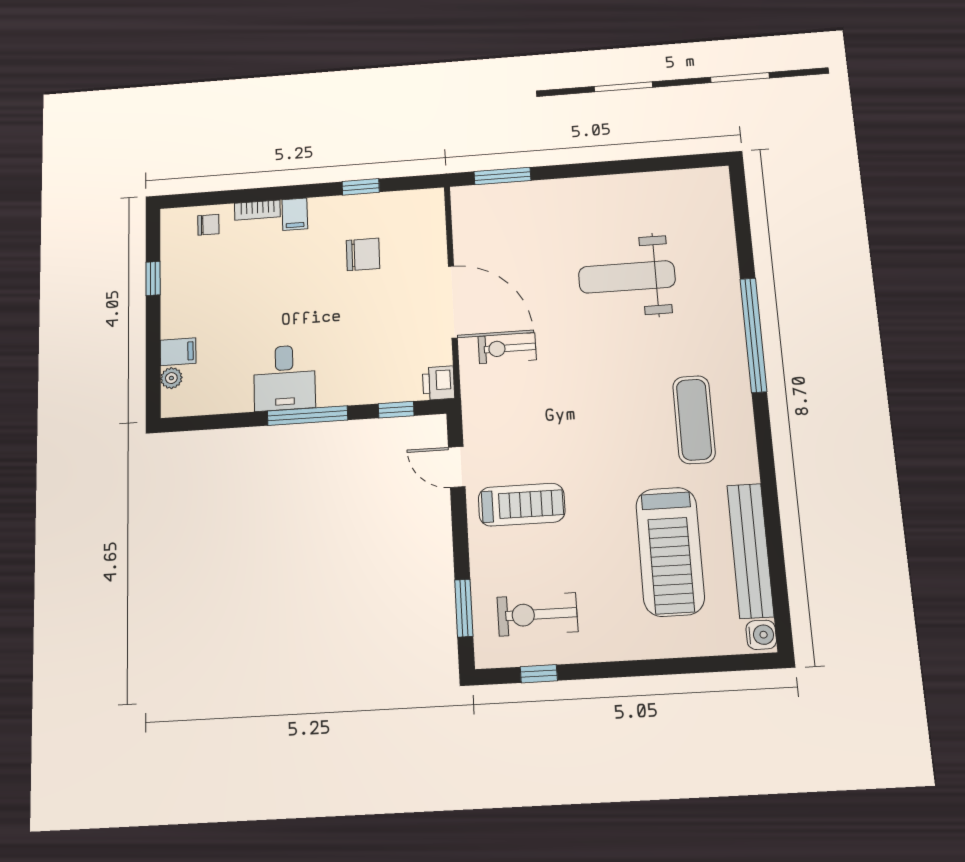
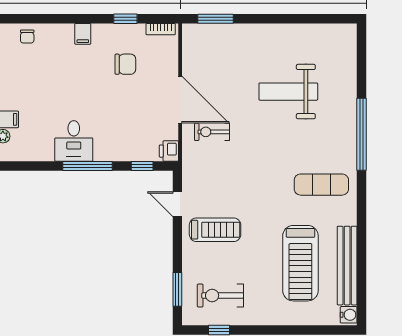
bookcase: (257, 210) -> (161, 29), moved
chair: (208, 225) -> (27, 37), turned 90
exercise mat: (694, 420) -> (321, 185), turned 90

